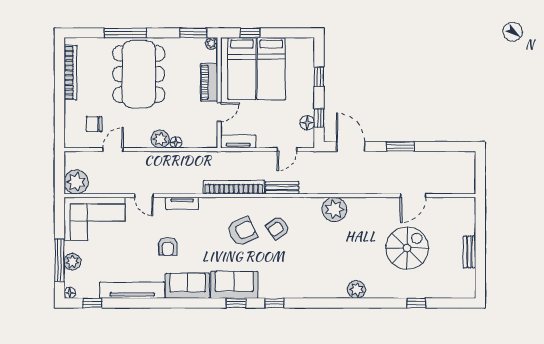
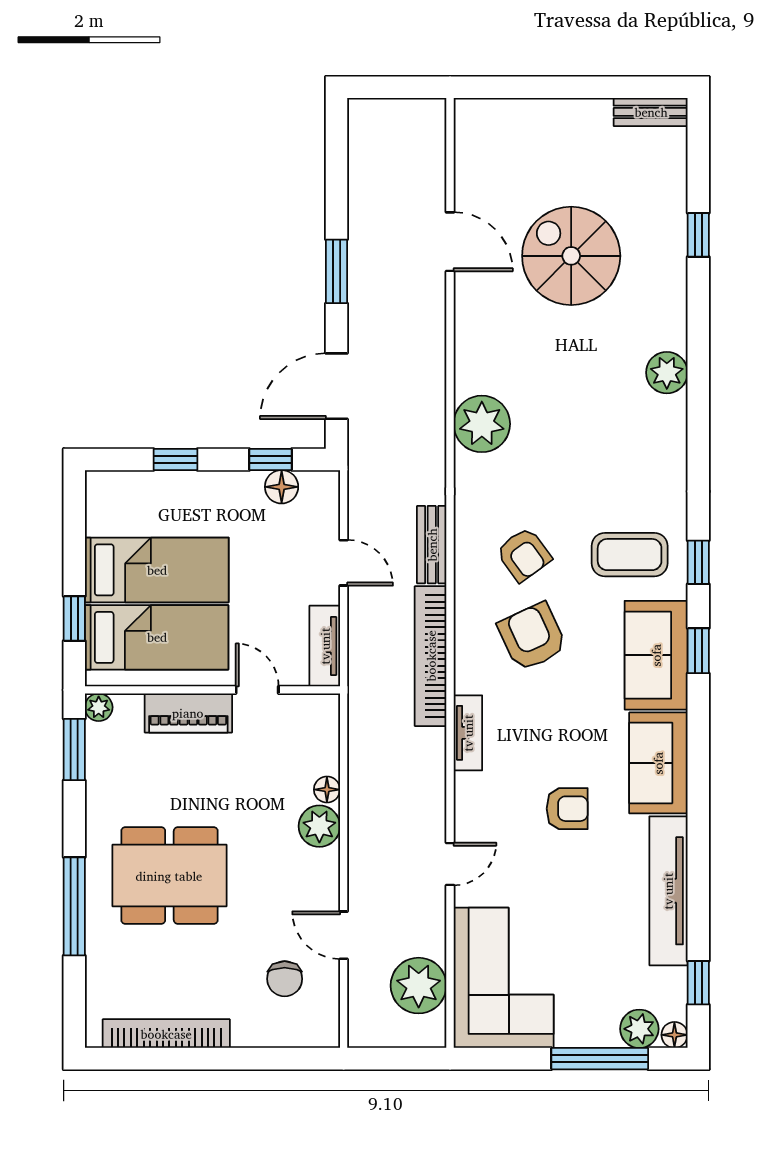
dining table: (139, 74) -> (169, 876), width x0.73, depth x0.80
door: (287, 150) -> (344, 563), moved
plant: (76, 182) -> (419, 986), moved
tv unit: (182, 203) -> (468, 733), moved
bench: (469, 252) -> (651, 112), moved
plant: (72, 262) -> (639, 1029), moved
coffee table: (278, 273) -> (630, 555), added

